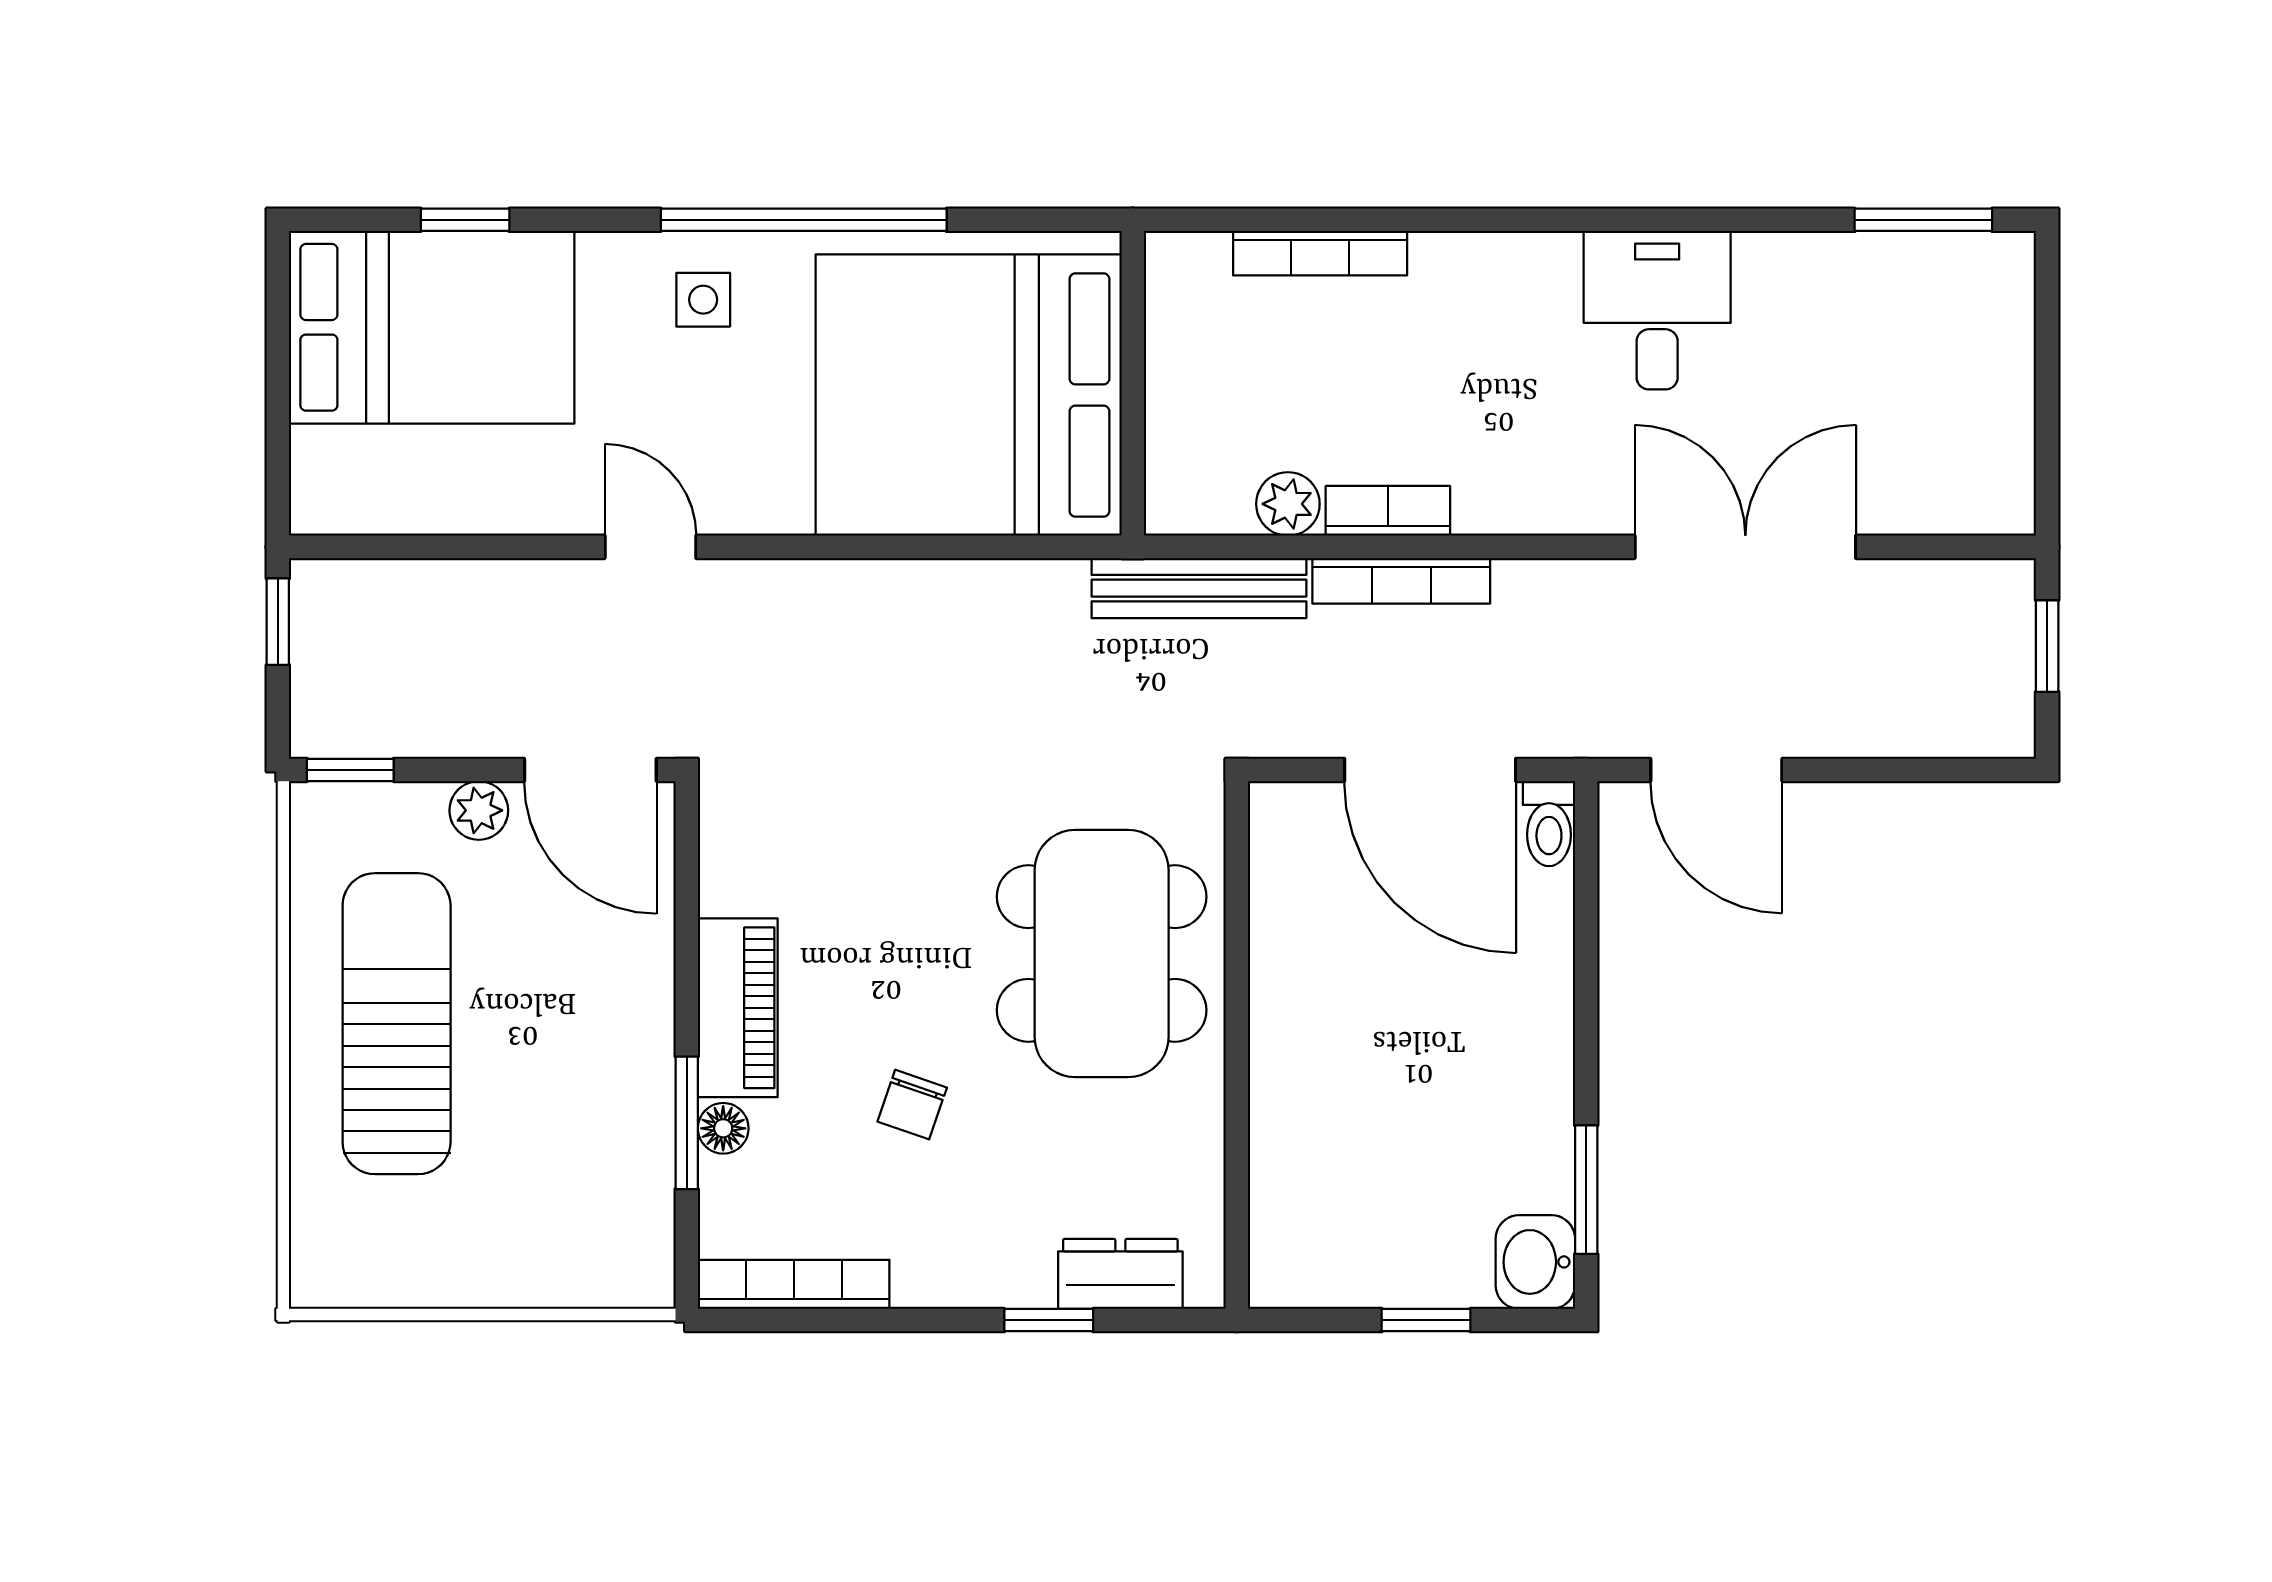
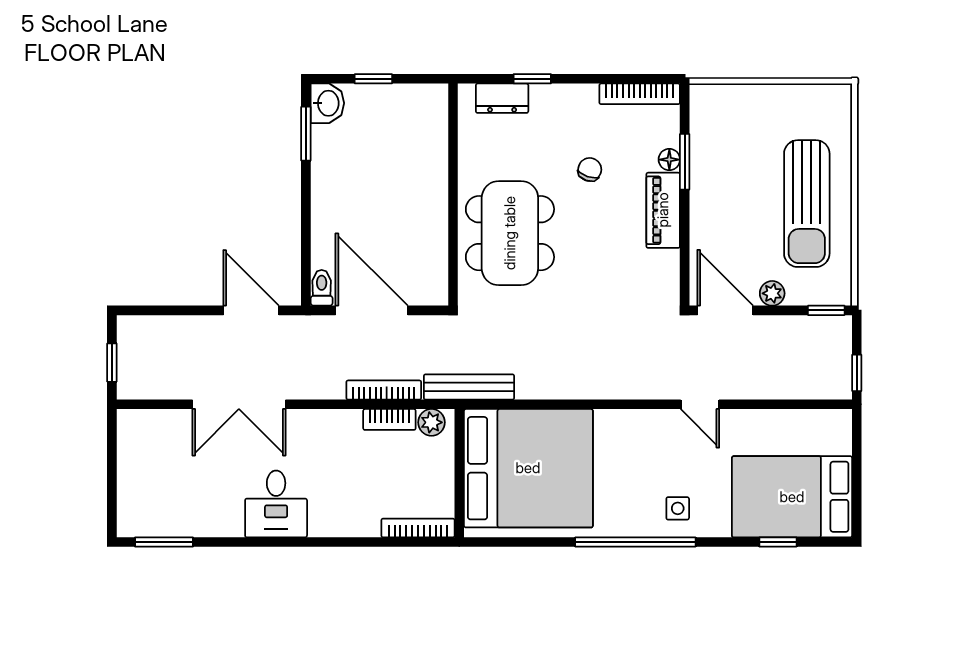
wall: (1133, 383) -> (459, 473), moved
bed: (969, 395) -> (528, 468), moved

